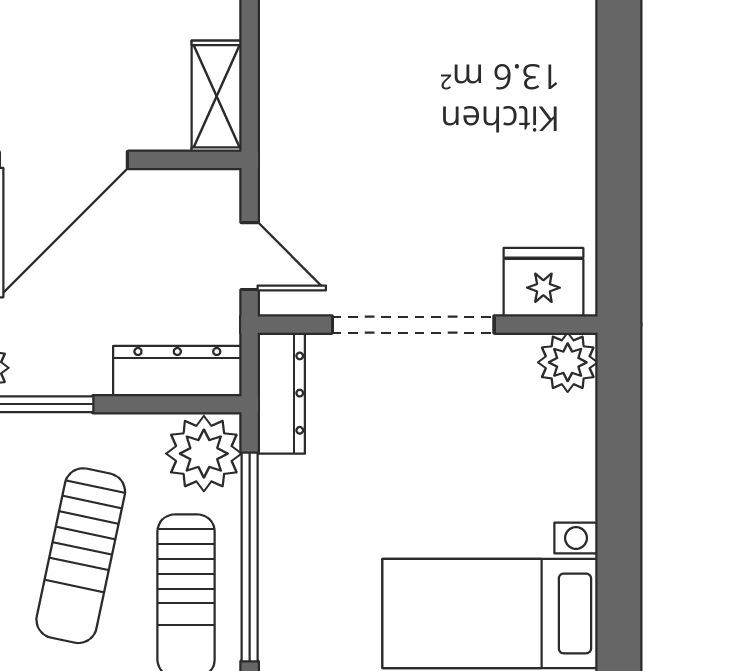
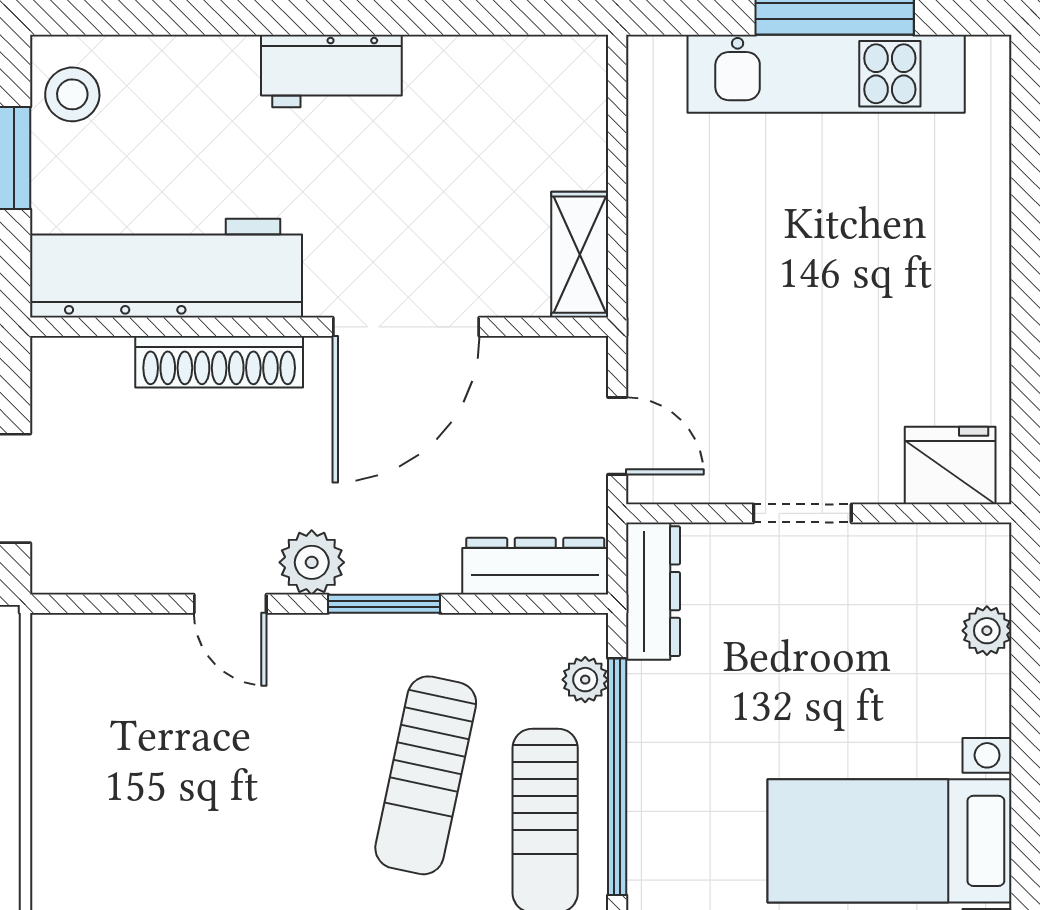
doorway: (413, 325) -> (802, 513), width x0.53
plant: (568, 362) -> (987, 631), moved, width x0.73, depth x0.73
plant: (204, 454) -> (585, 680), width x0.53, depth x0.53

